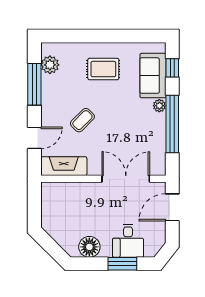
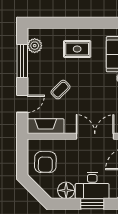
armchair: (63, 211) -> (45, 162), added
desk: (128, 241) -> (92, 186), width x1.37

